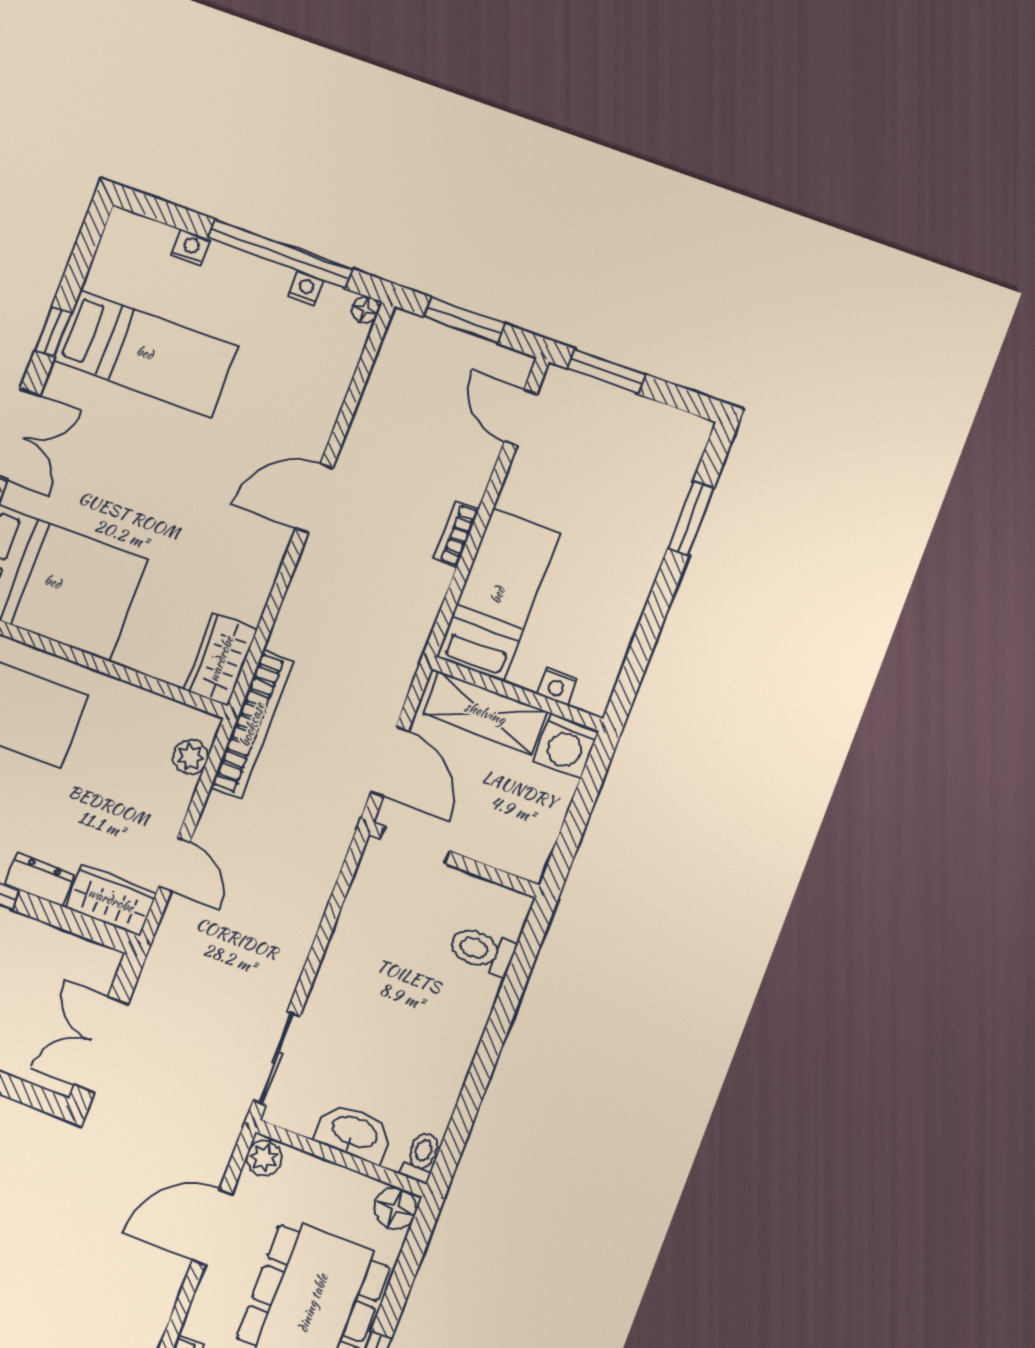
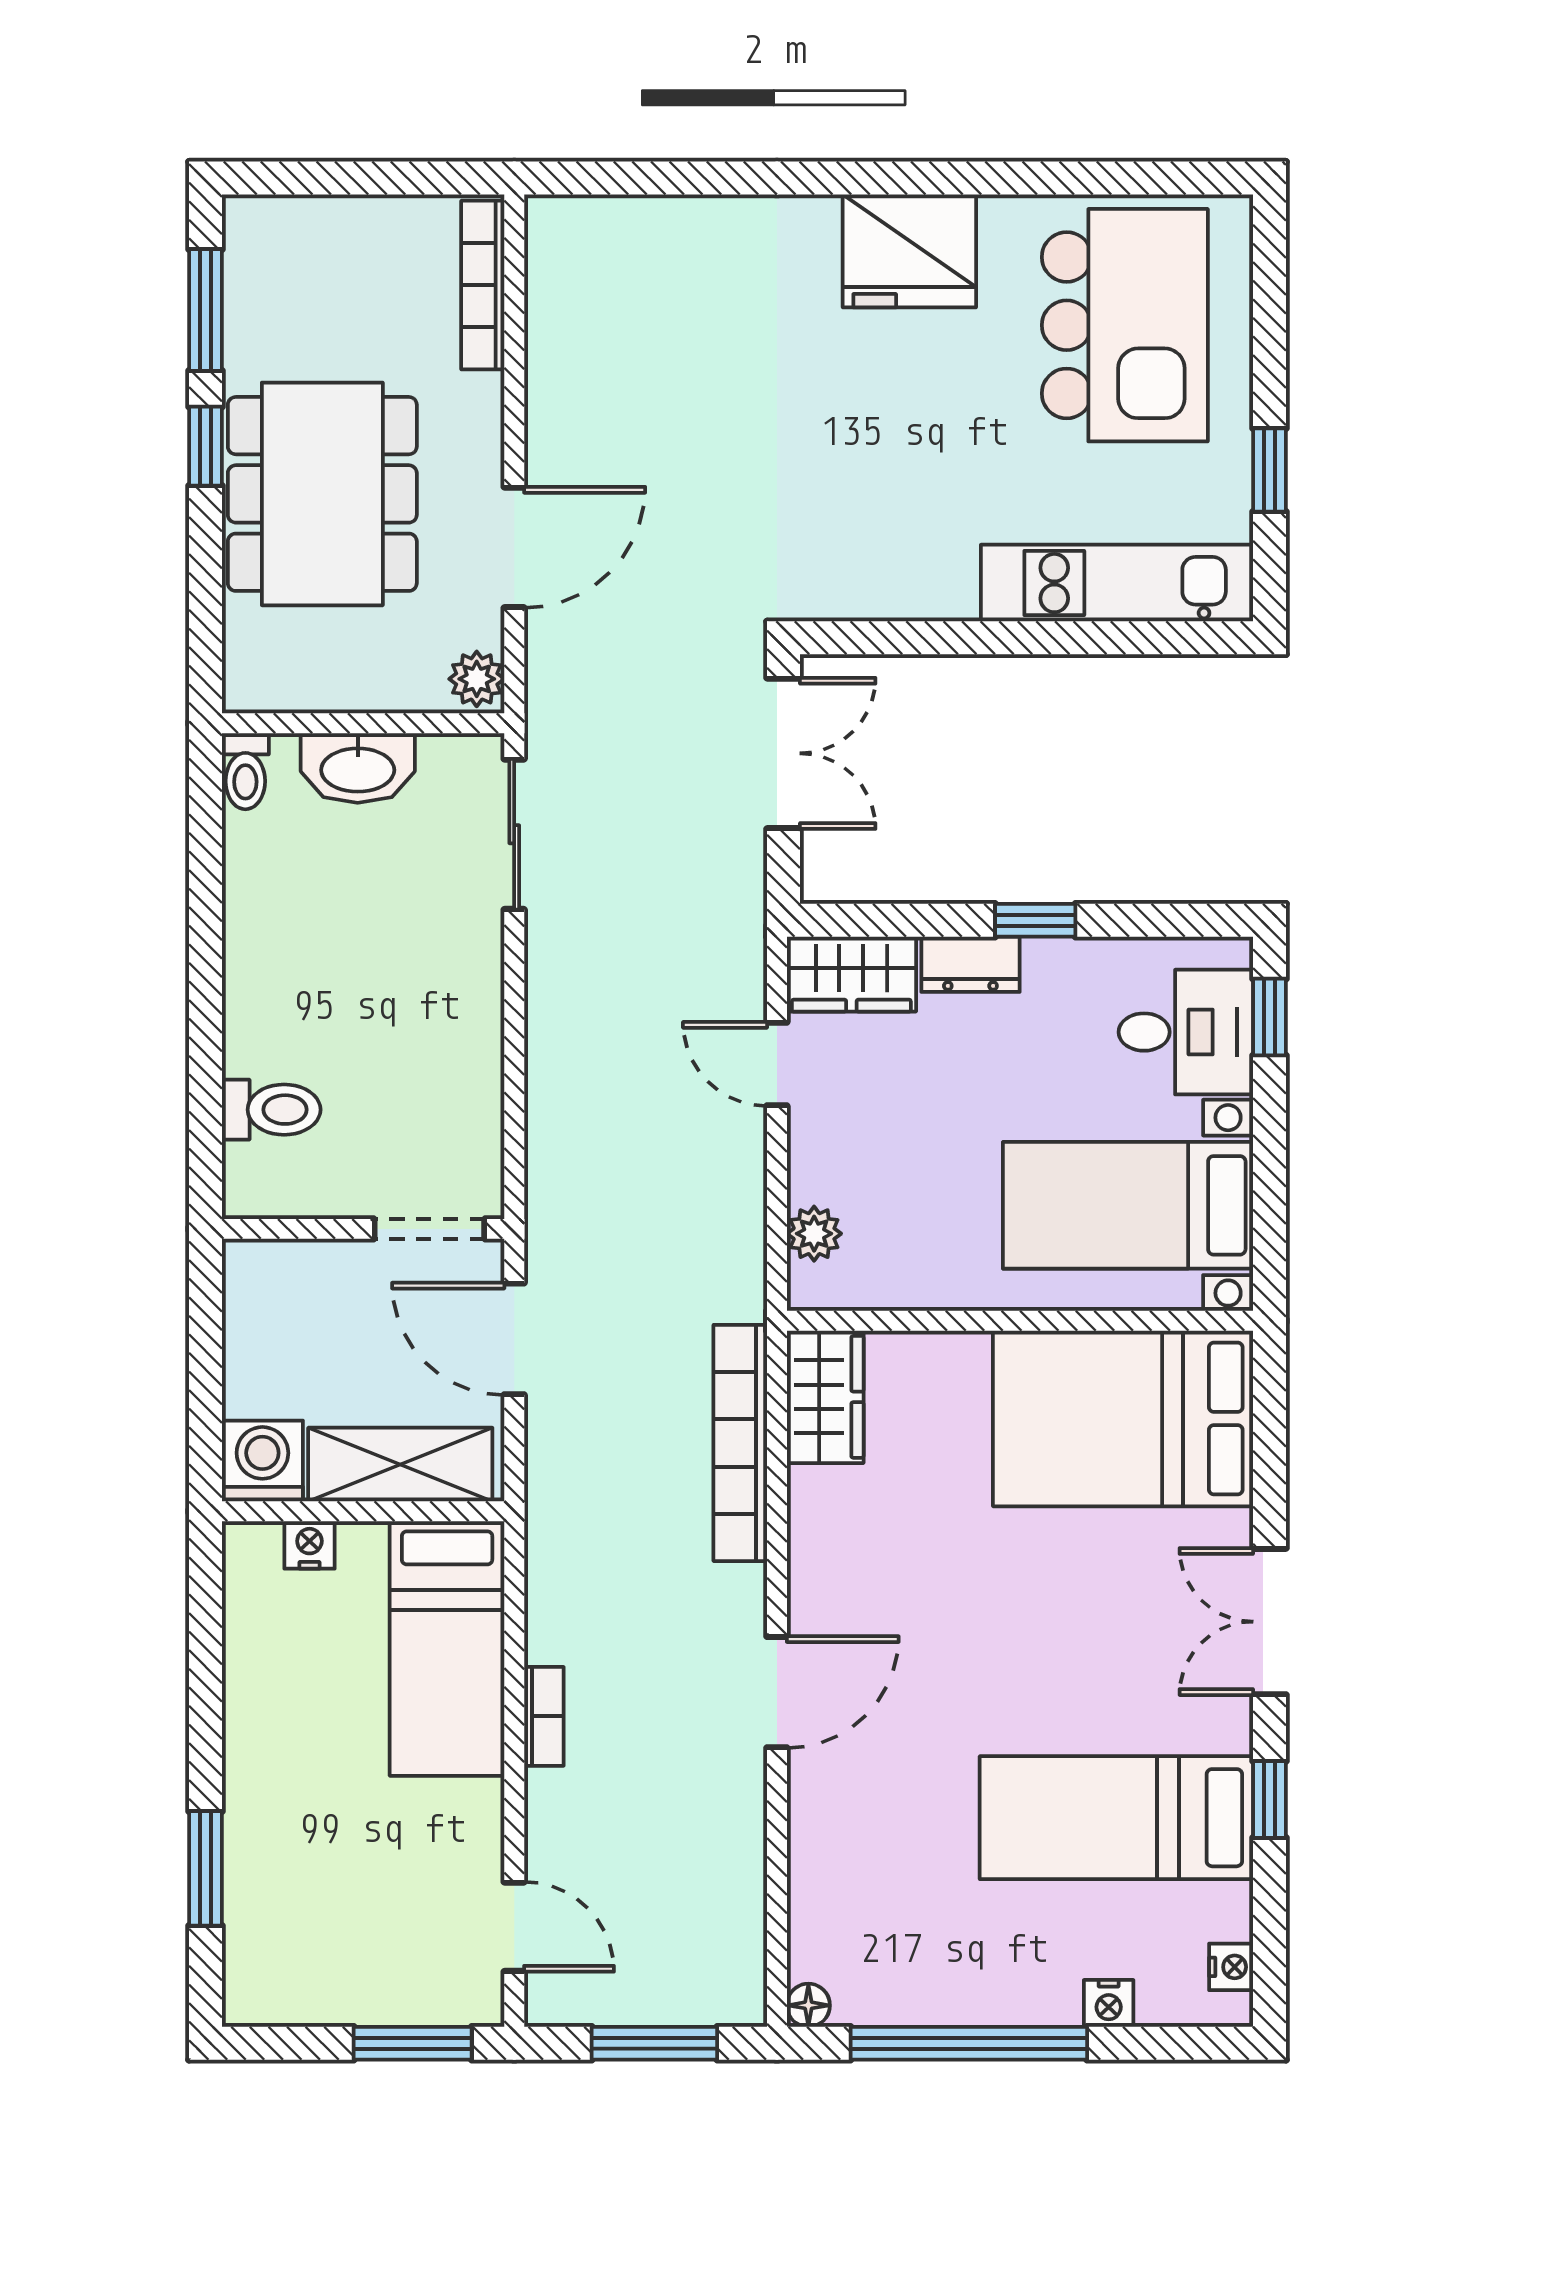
nightstand: (306, 288) -> (1231, 1967), moved, turned -90
bookcase: (252, 725) -> (740, 1443), moved
floor lamp: (396, 1208) -> (255, 681), removed

